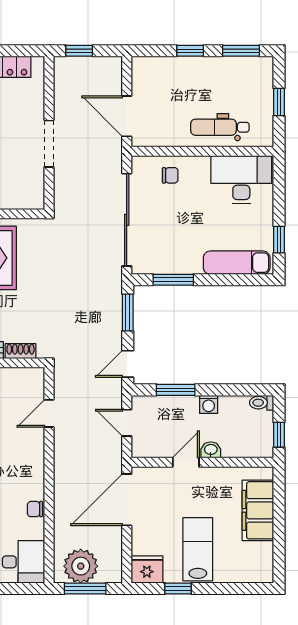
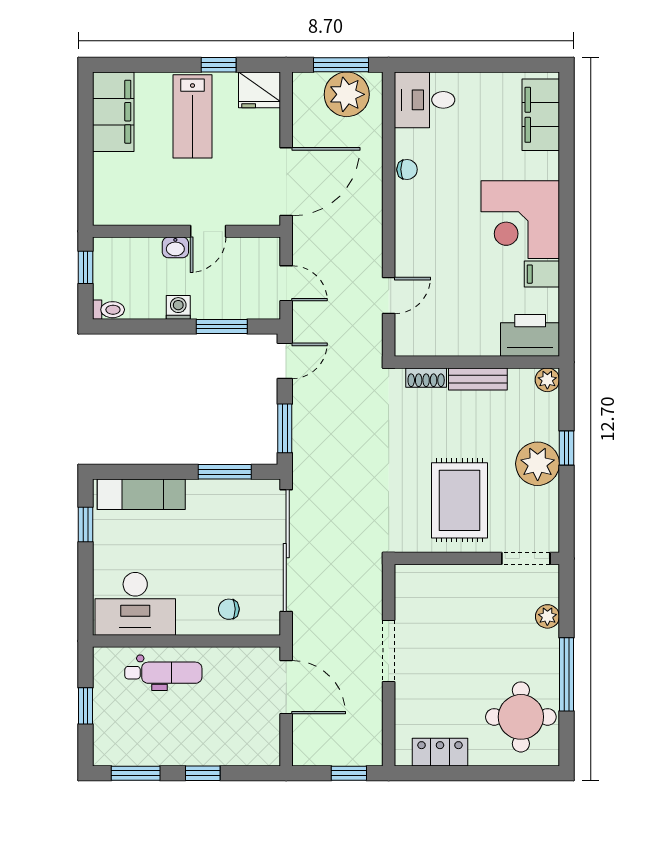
filing cabinet: (258, 510) -> (113, 112), moved

